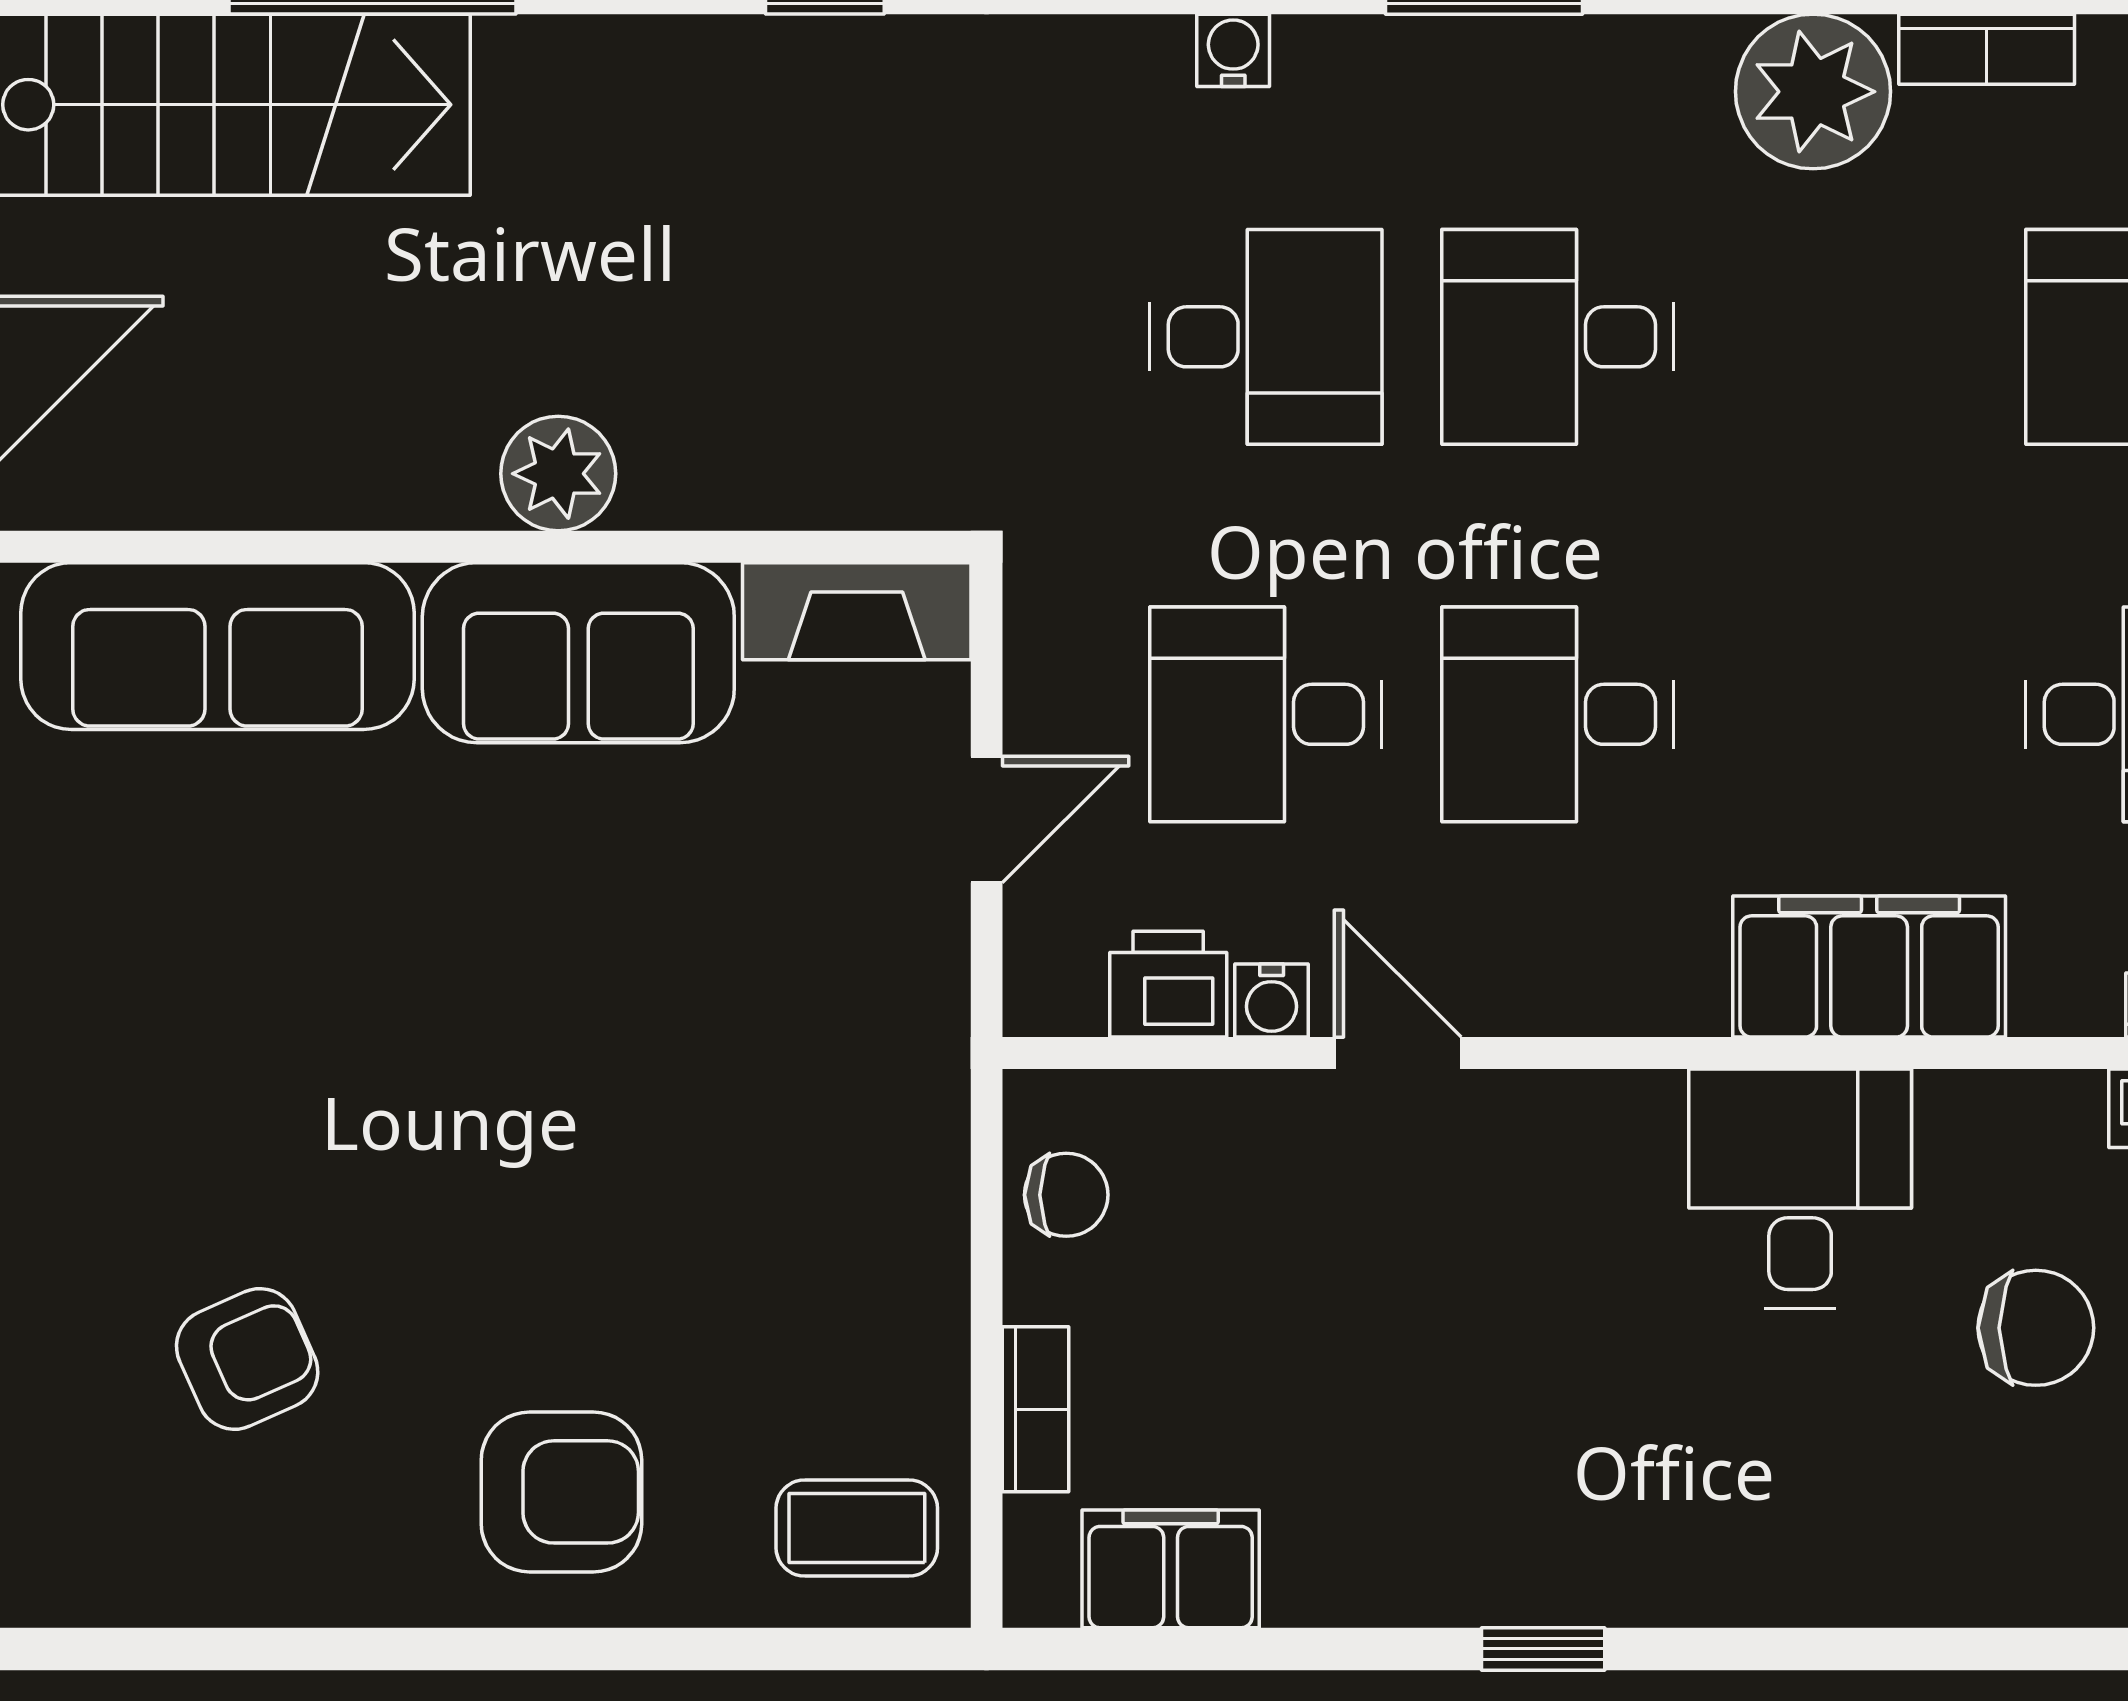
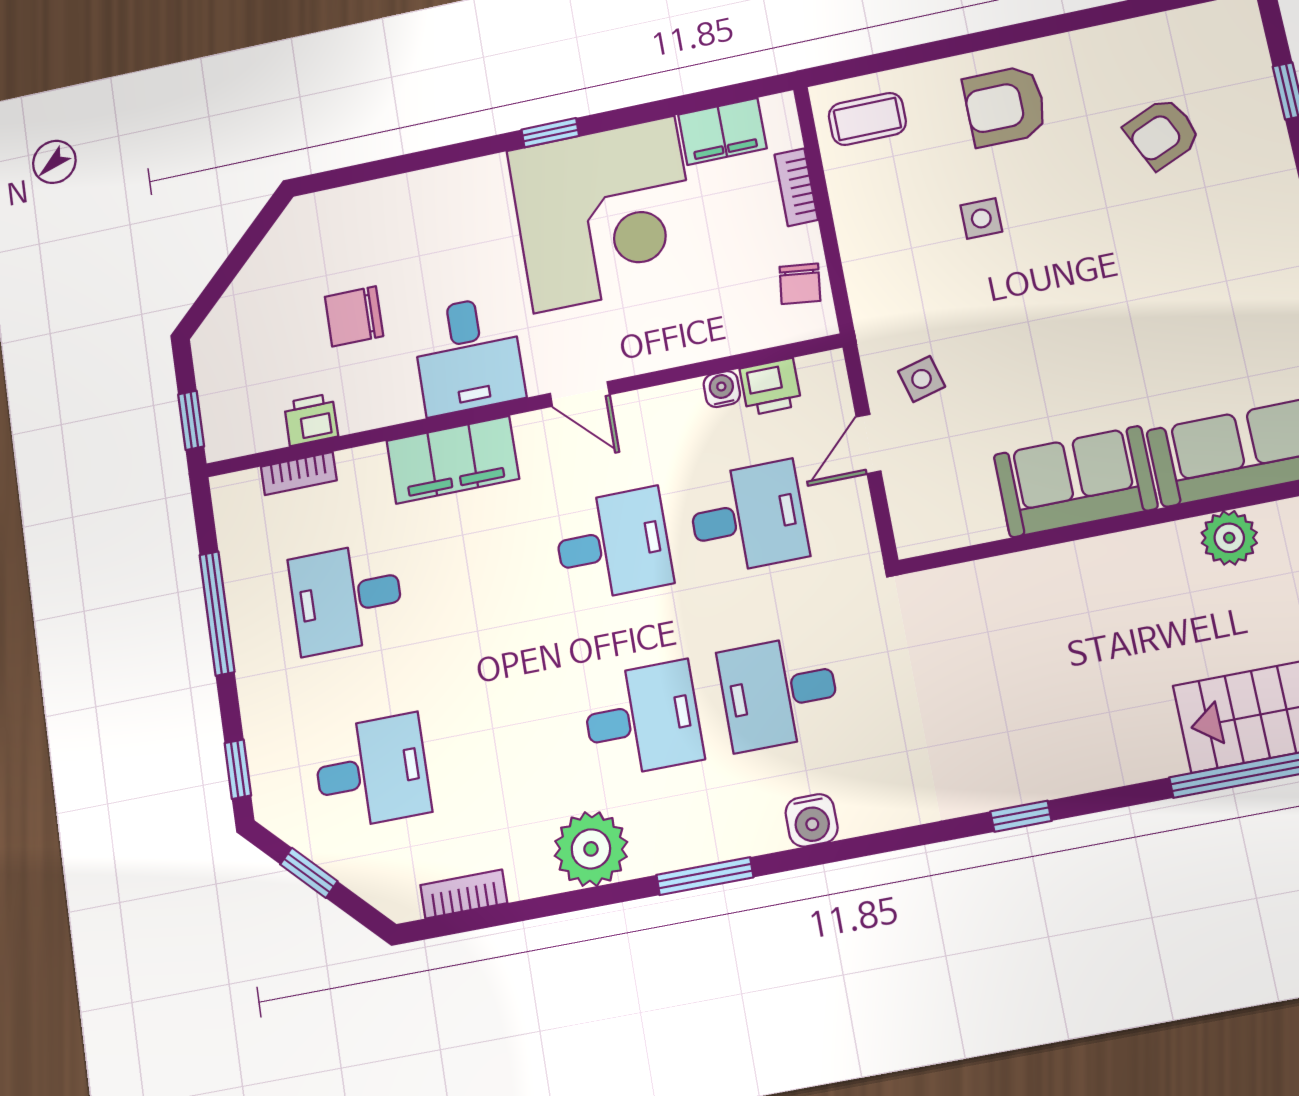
water cooler: (1233, 50) -> (812, 820), width x1.38, depth x1.38
plant: (1813, 92) -> (591, 849), moved
plant: (558, 474) -> (1229, 538), moved
fireplace: (857, 611) -> (948, 527), removed
side table: (851, 935) -> (922, 379), added
door: (1398, 1053) -> (580, 394), moved
chair: (1066, 1195) -> (800, 284), turned -83
side table: (660, 1255) -> (981, 218), added
corner desk: (1456, 1439) -> (604, 214), added

